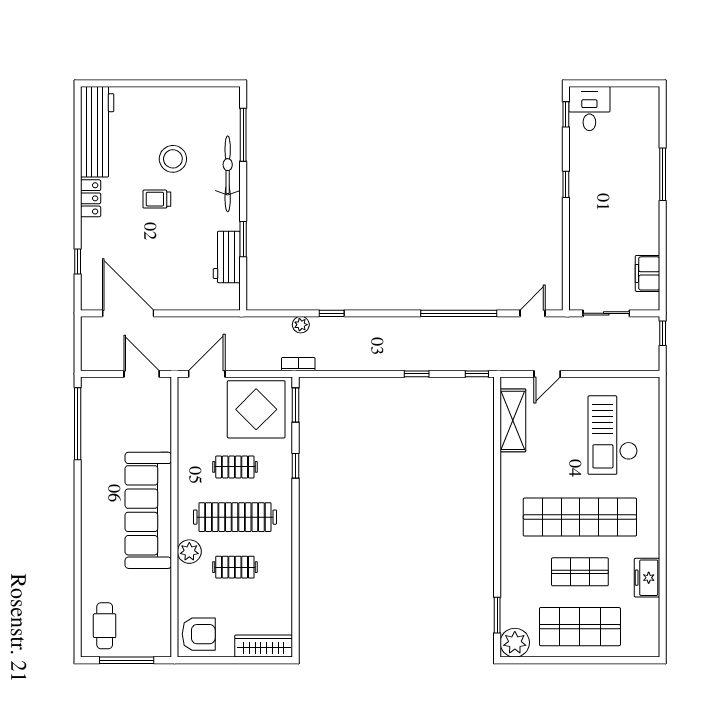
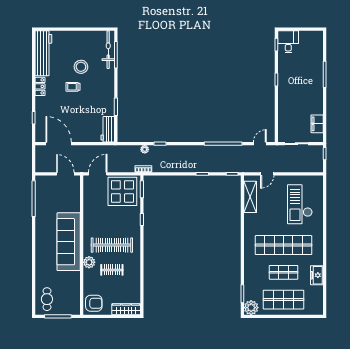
bicycle: (228, 174) -> (108, 50), moved
workbench: (227, 257) -> (108, 129), moved
clothes rail: (235, 467) -> (112, 220), removed

